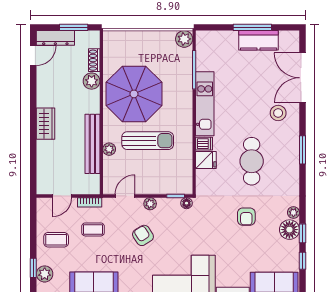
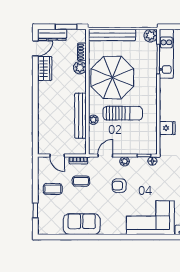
bench: (134, 38) -> (112, 35), added
kitchen unit: (205, 104) -> (166, 54), moved
wardrobe: (46, 124) -> (45, 69), moved
dishwasher: (204, 144) -> (166, 116), removed
door: (62, 196) -> (57, 156), hinge flipped
armchair: (143, 235) -> (119, 186), turned -58
plant: (45, 274) -> (44, 215), removed

